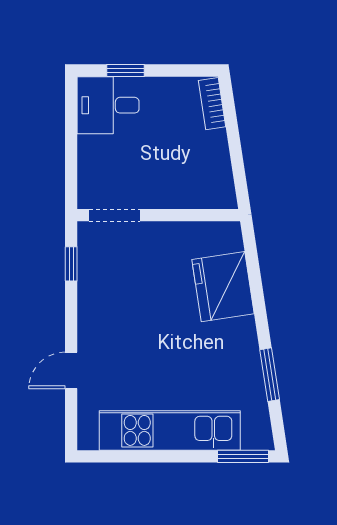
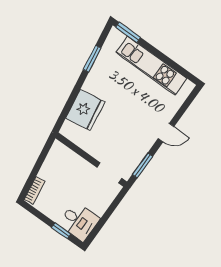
window: (71, 264) -> (143, 165), width x1.50
door: (71, 370) -> (166, 133), moved

